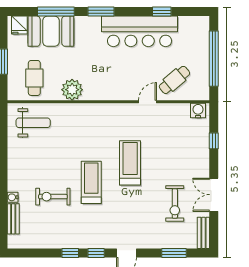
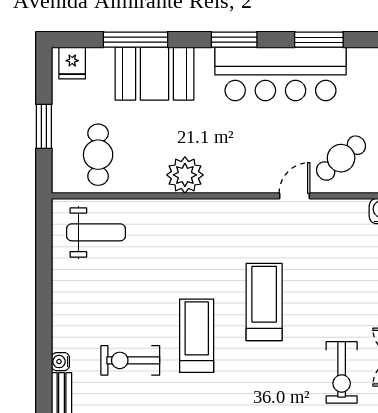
window: (101, 12) -> (234, 40), moved
window: (162, 12) -> (319, 40), width x1.50
booth: (51, 31) -> (155, 74), moved
plant: (72, 90) -> (185, 175), moved

